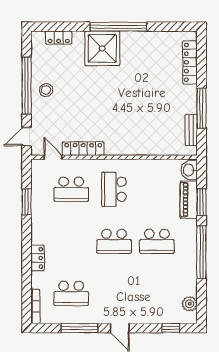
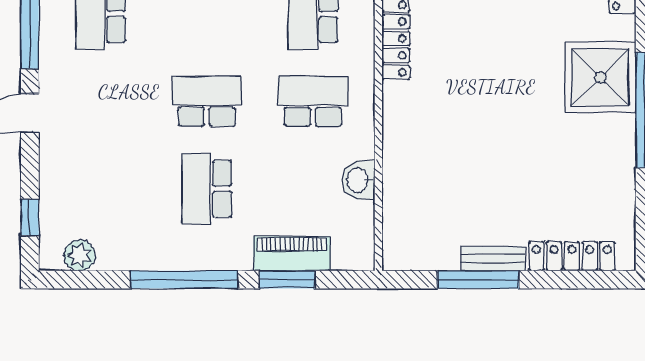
bench: (191, 130) -> (493, 259), moved
washbasin: (189, 170) -> (358, 180), moved, turned -90
school desk: (114, 241) -> (207, 101), turned 90

